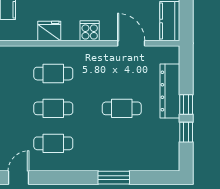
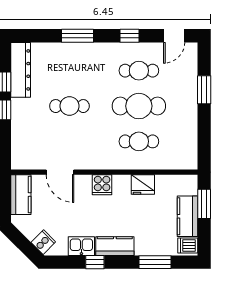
dresser: (170, 91) -> (21, 70), moved
cafe table: (53, 108) -> (139, 106), width x1.37, depth x1.35
window: (63, 178) -> (129, 36), added

